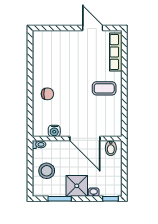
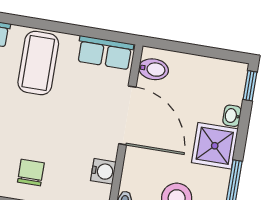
coffee table: (104, 88) -> (38, 63), width x1.36, depth x1.32
row of seats: (115, 122) -> (105, 53), added
door: (85, 138) -> (127, 115), hinge flipped

